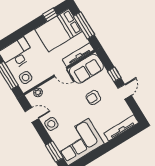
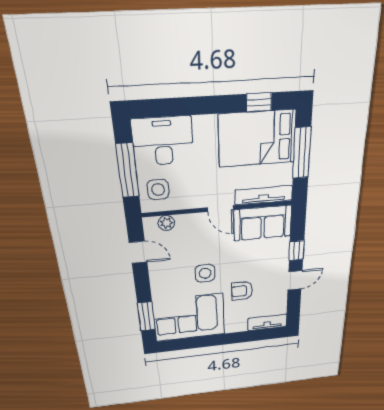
armchair: (93, 98) -> (242, 291), moved
side table: (51, 124) -> (205, 273), moved
tv unit: (121, 128) -> (267, 322), width x0.71

